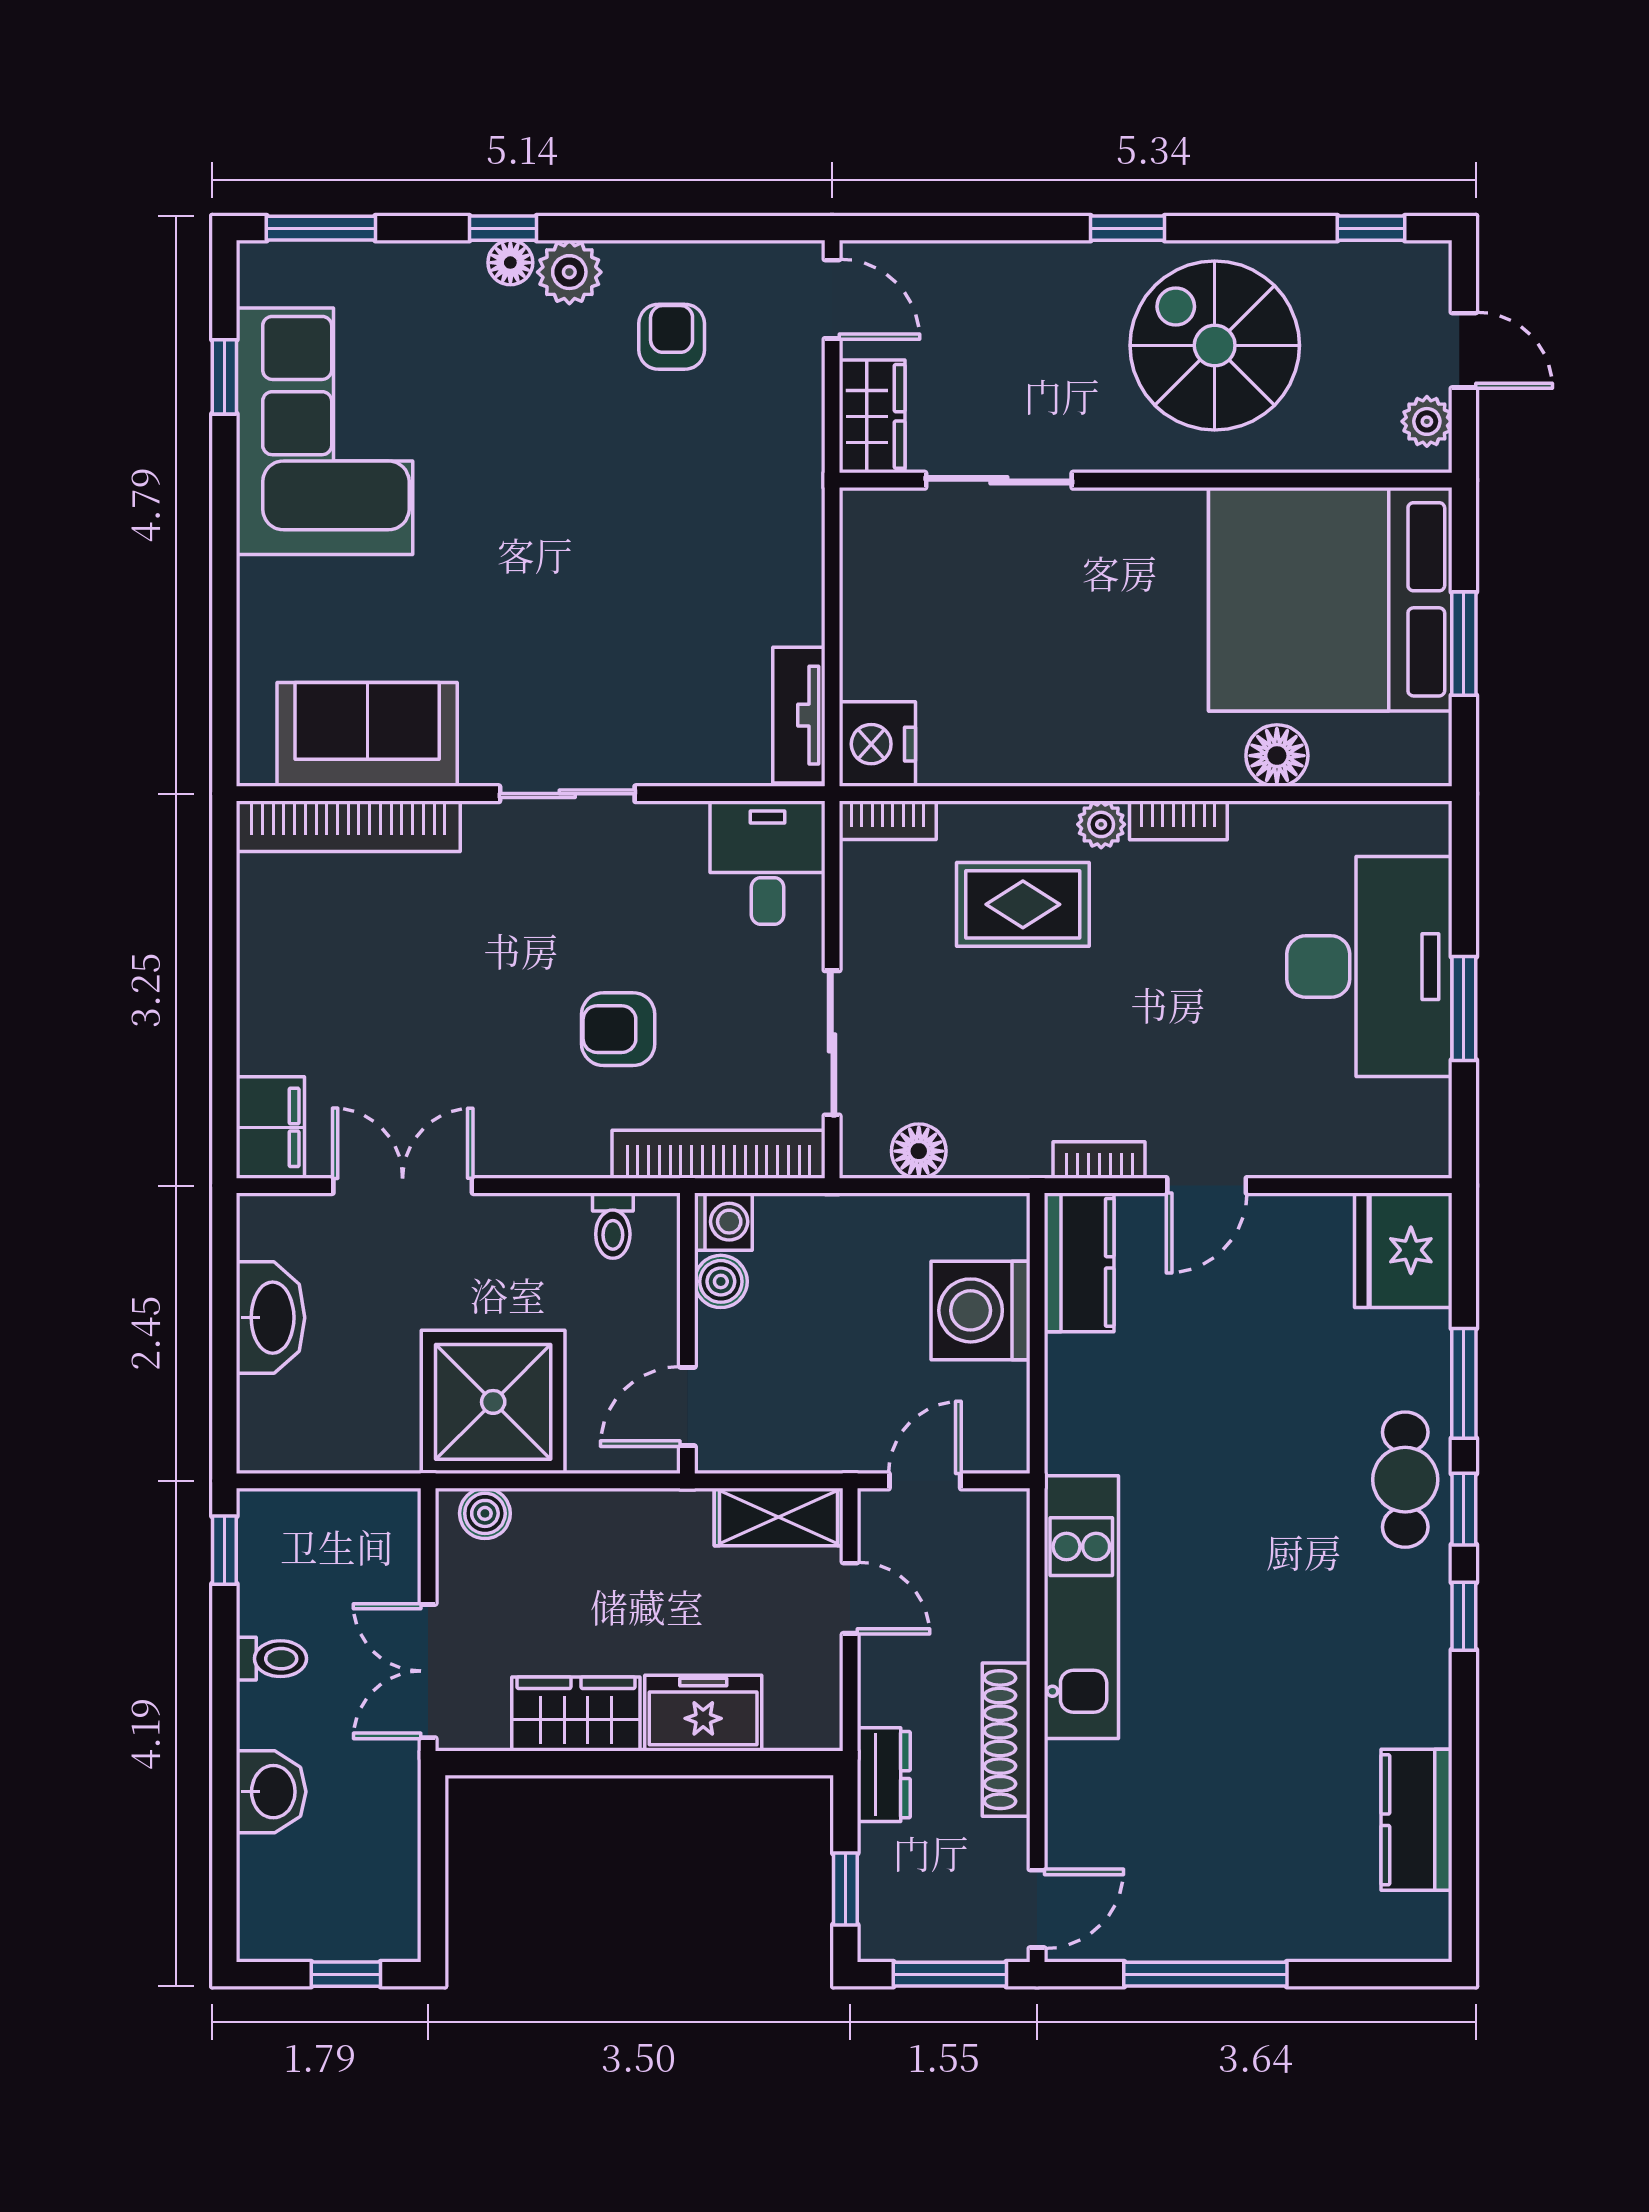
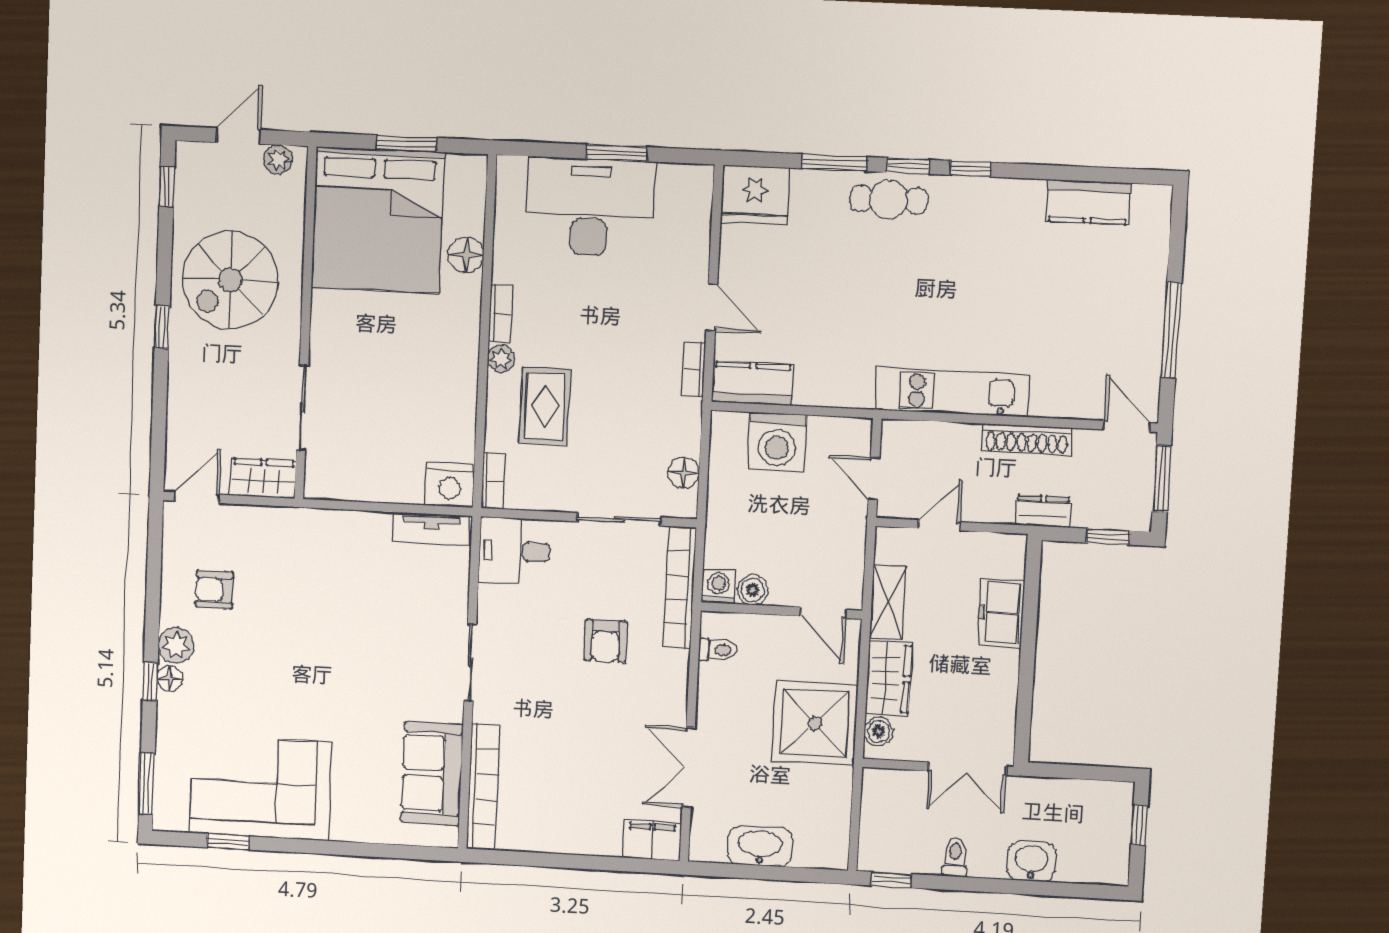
shelving: (779, 1517) -> (888, 602), moved
wardrobe: (576, 1714) -> (888, 678), moved, turned 180

